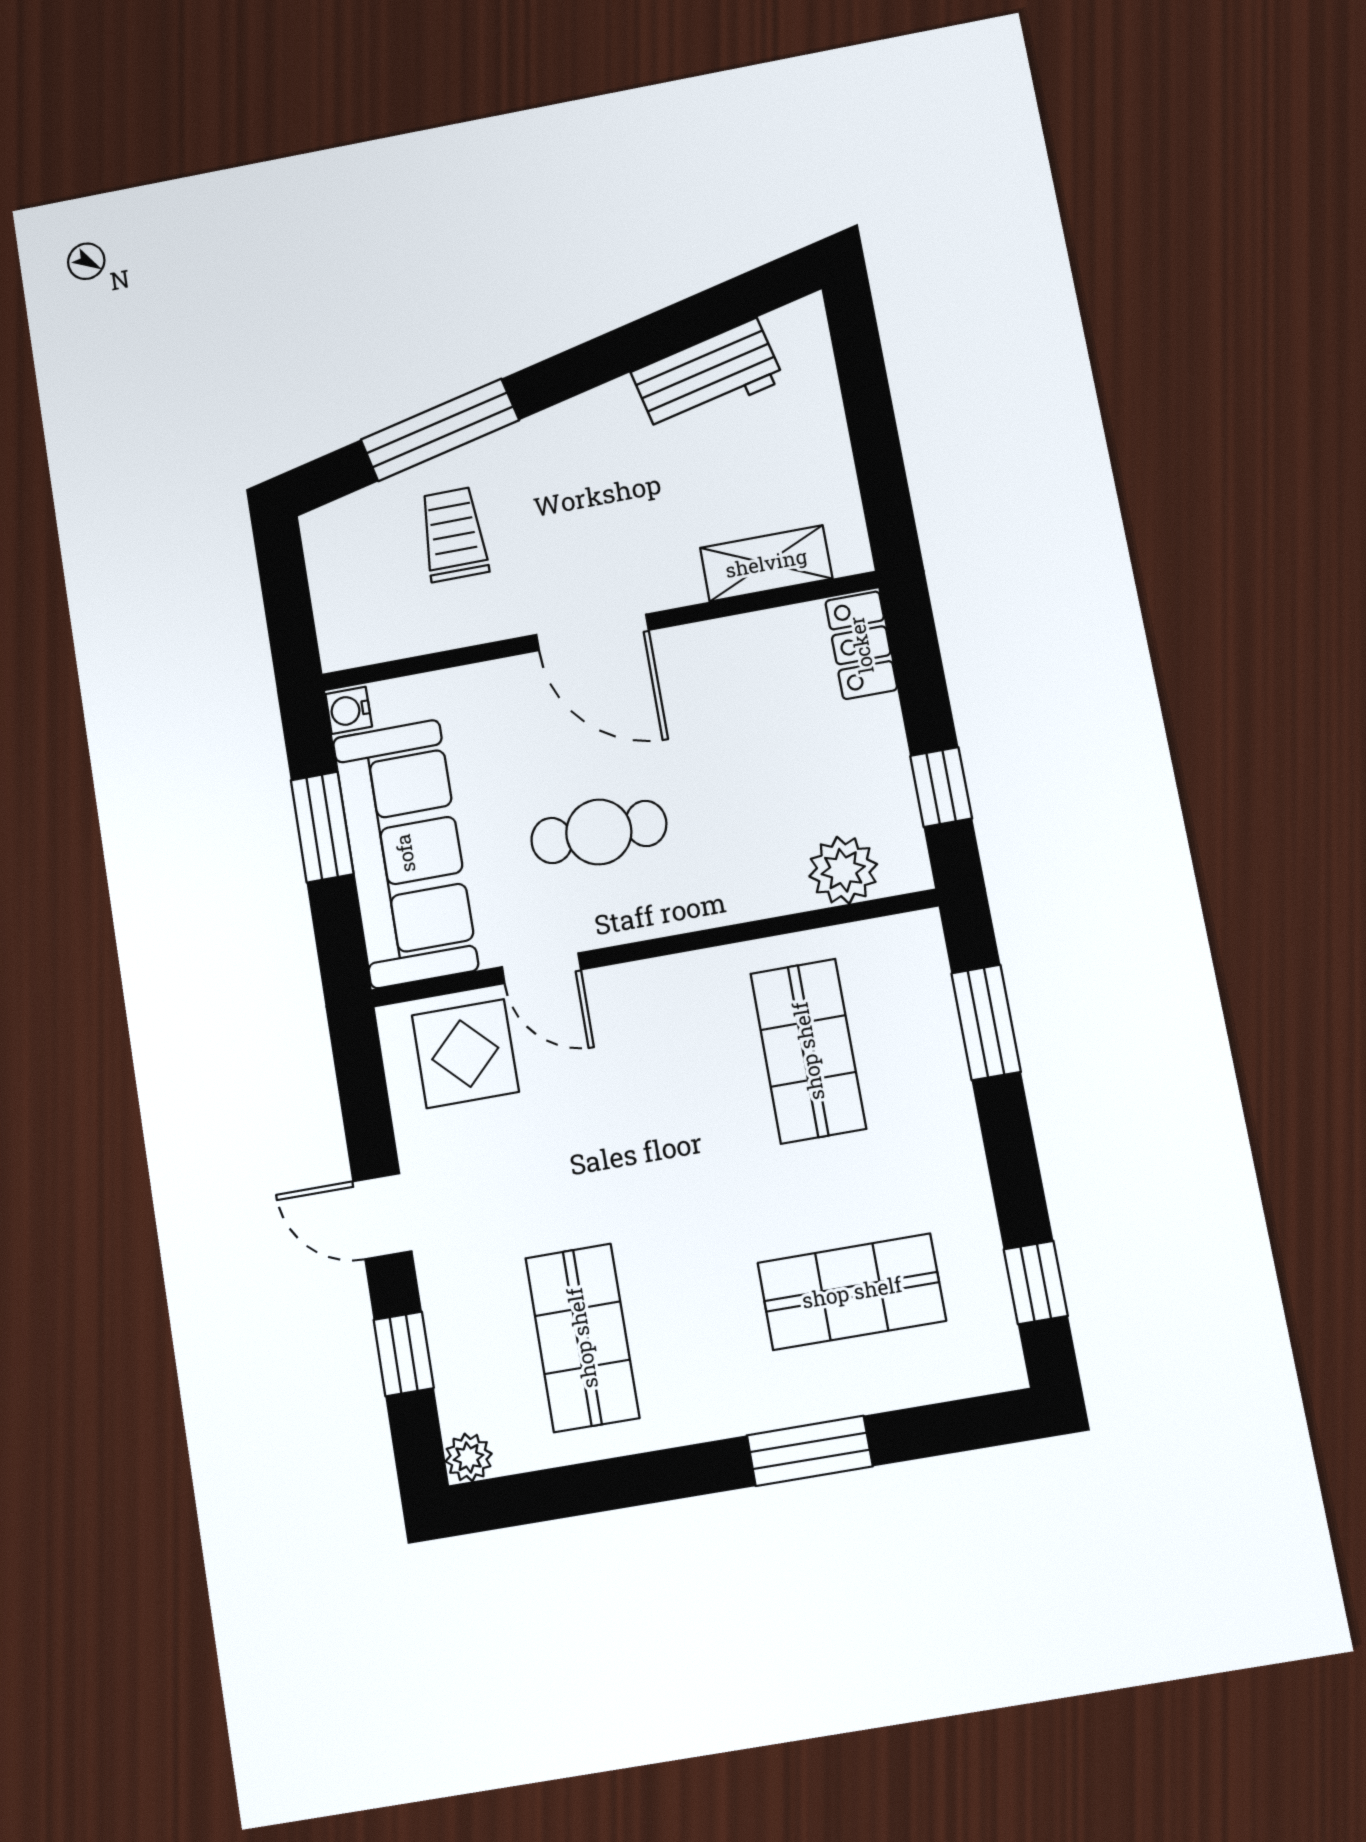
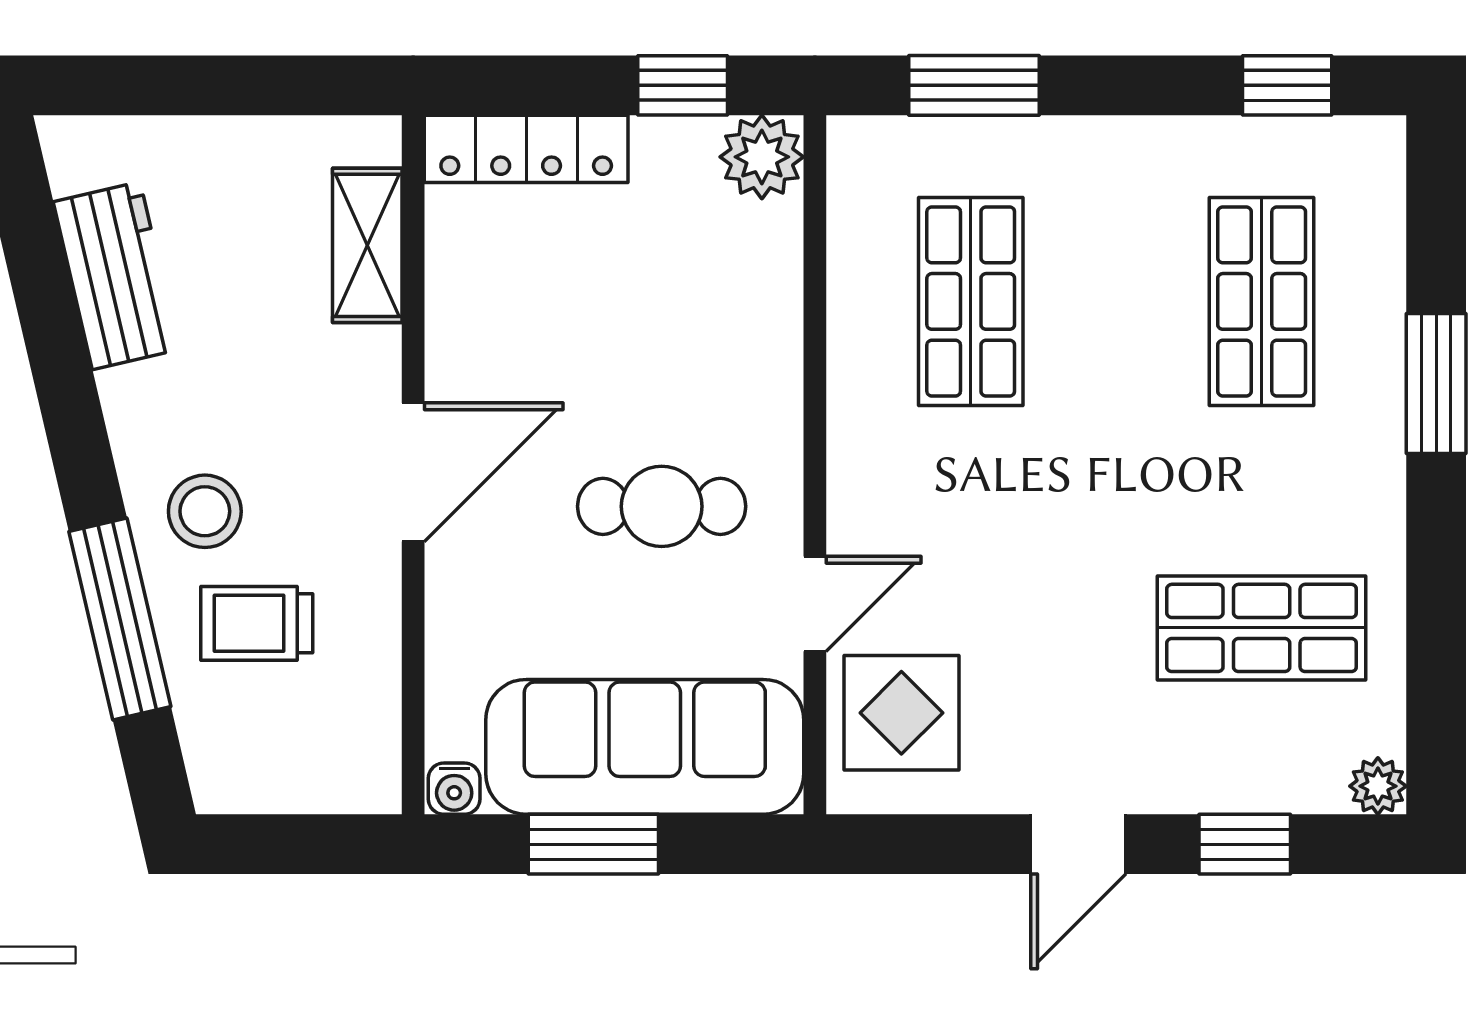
stool: (535, 478) -> (205, 511), added
locker: (861, 645) -> (526, 149), width x1.53
cafe table: (599, 832) -> (662, 506), turned 90
plant: (843, 870) -> (762, 157), moved
shop shelf: (808, 1051) -> (971, 301), turned 90

